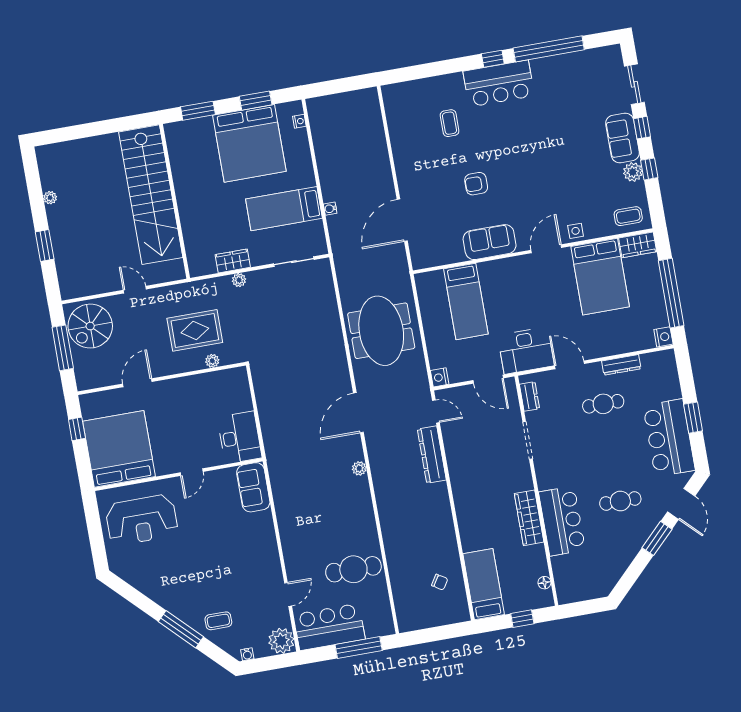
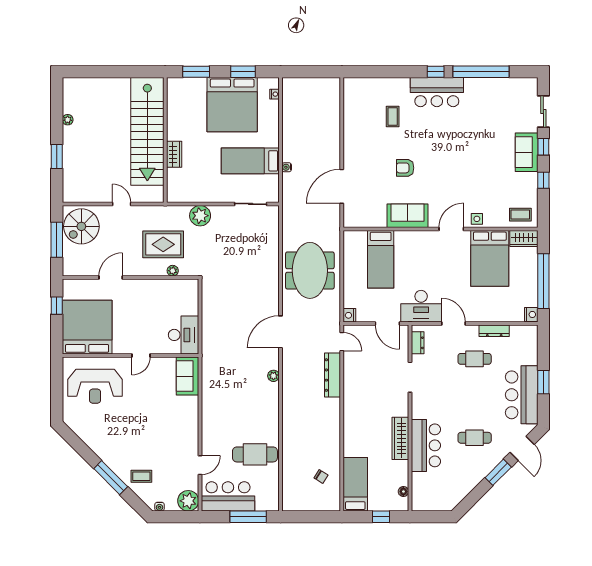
plant: (633, 172) -> (530, 180), removed
wardrobe: (233, 261) -> (174, 154), moved, turned 90
plant: (239, 280) -> (200, 216), width x1.88, depth x1.88

